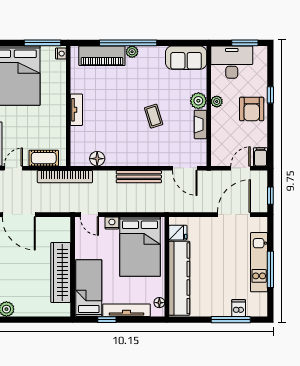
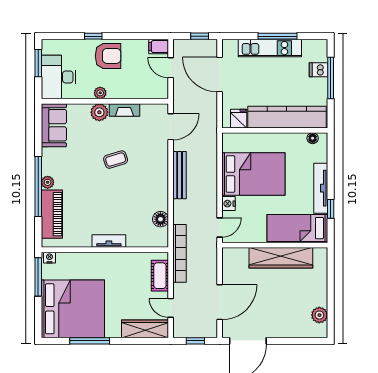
fridge: (178, 233) -> (239, 119), moved
wall: (167, 267) -> (275, 130), moved
kitchen counter: (179, 278) -> (287, 117), moved
floor lamp: (159, 303) -> (313, 138), moved

